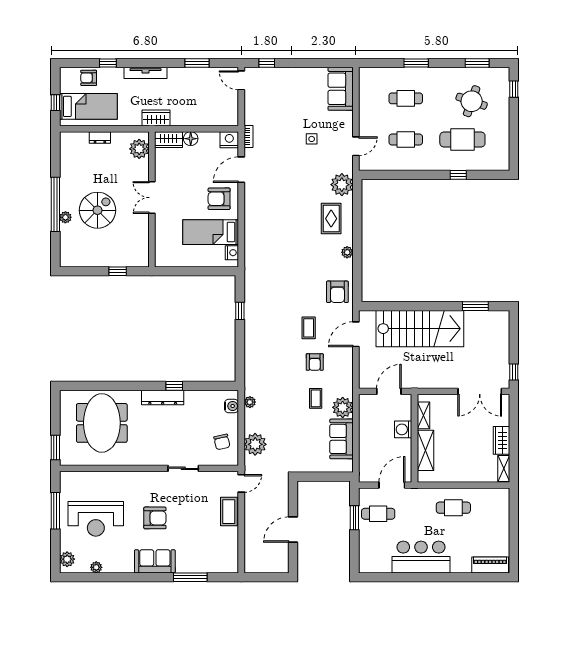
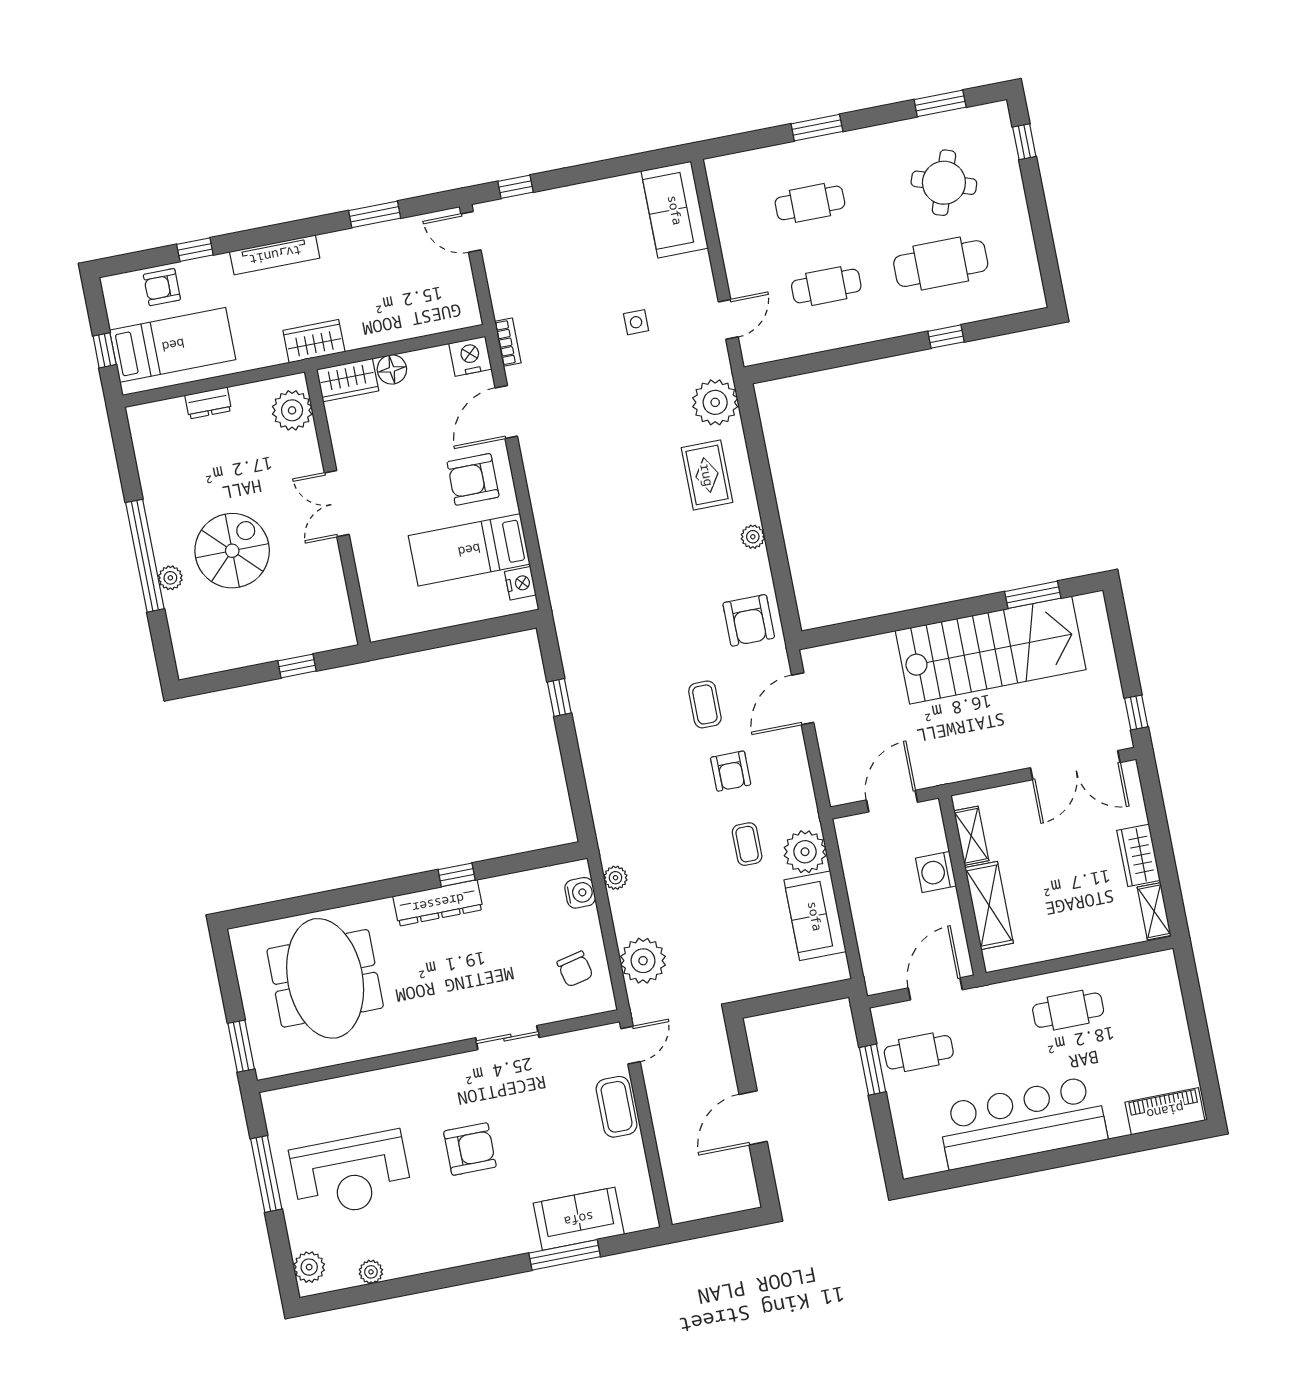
stairs: (420, 329) -> (991, 650), moved
bar counter: (421, 557) -> (1022, 1123), width x1.36
sofa: (155, 561) -> (579, 1219), moved

